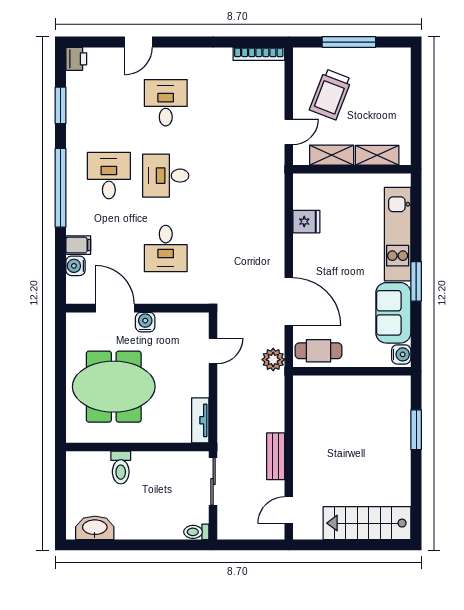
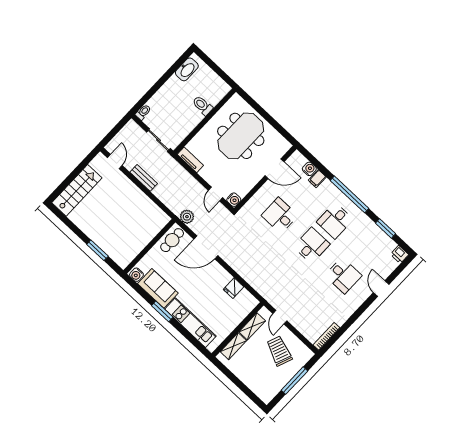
desk: (109, 176) -> (335, 221), turned 90
water cooler: (145, 322) -> (234, 200), moved

